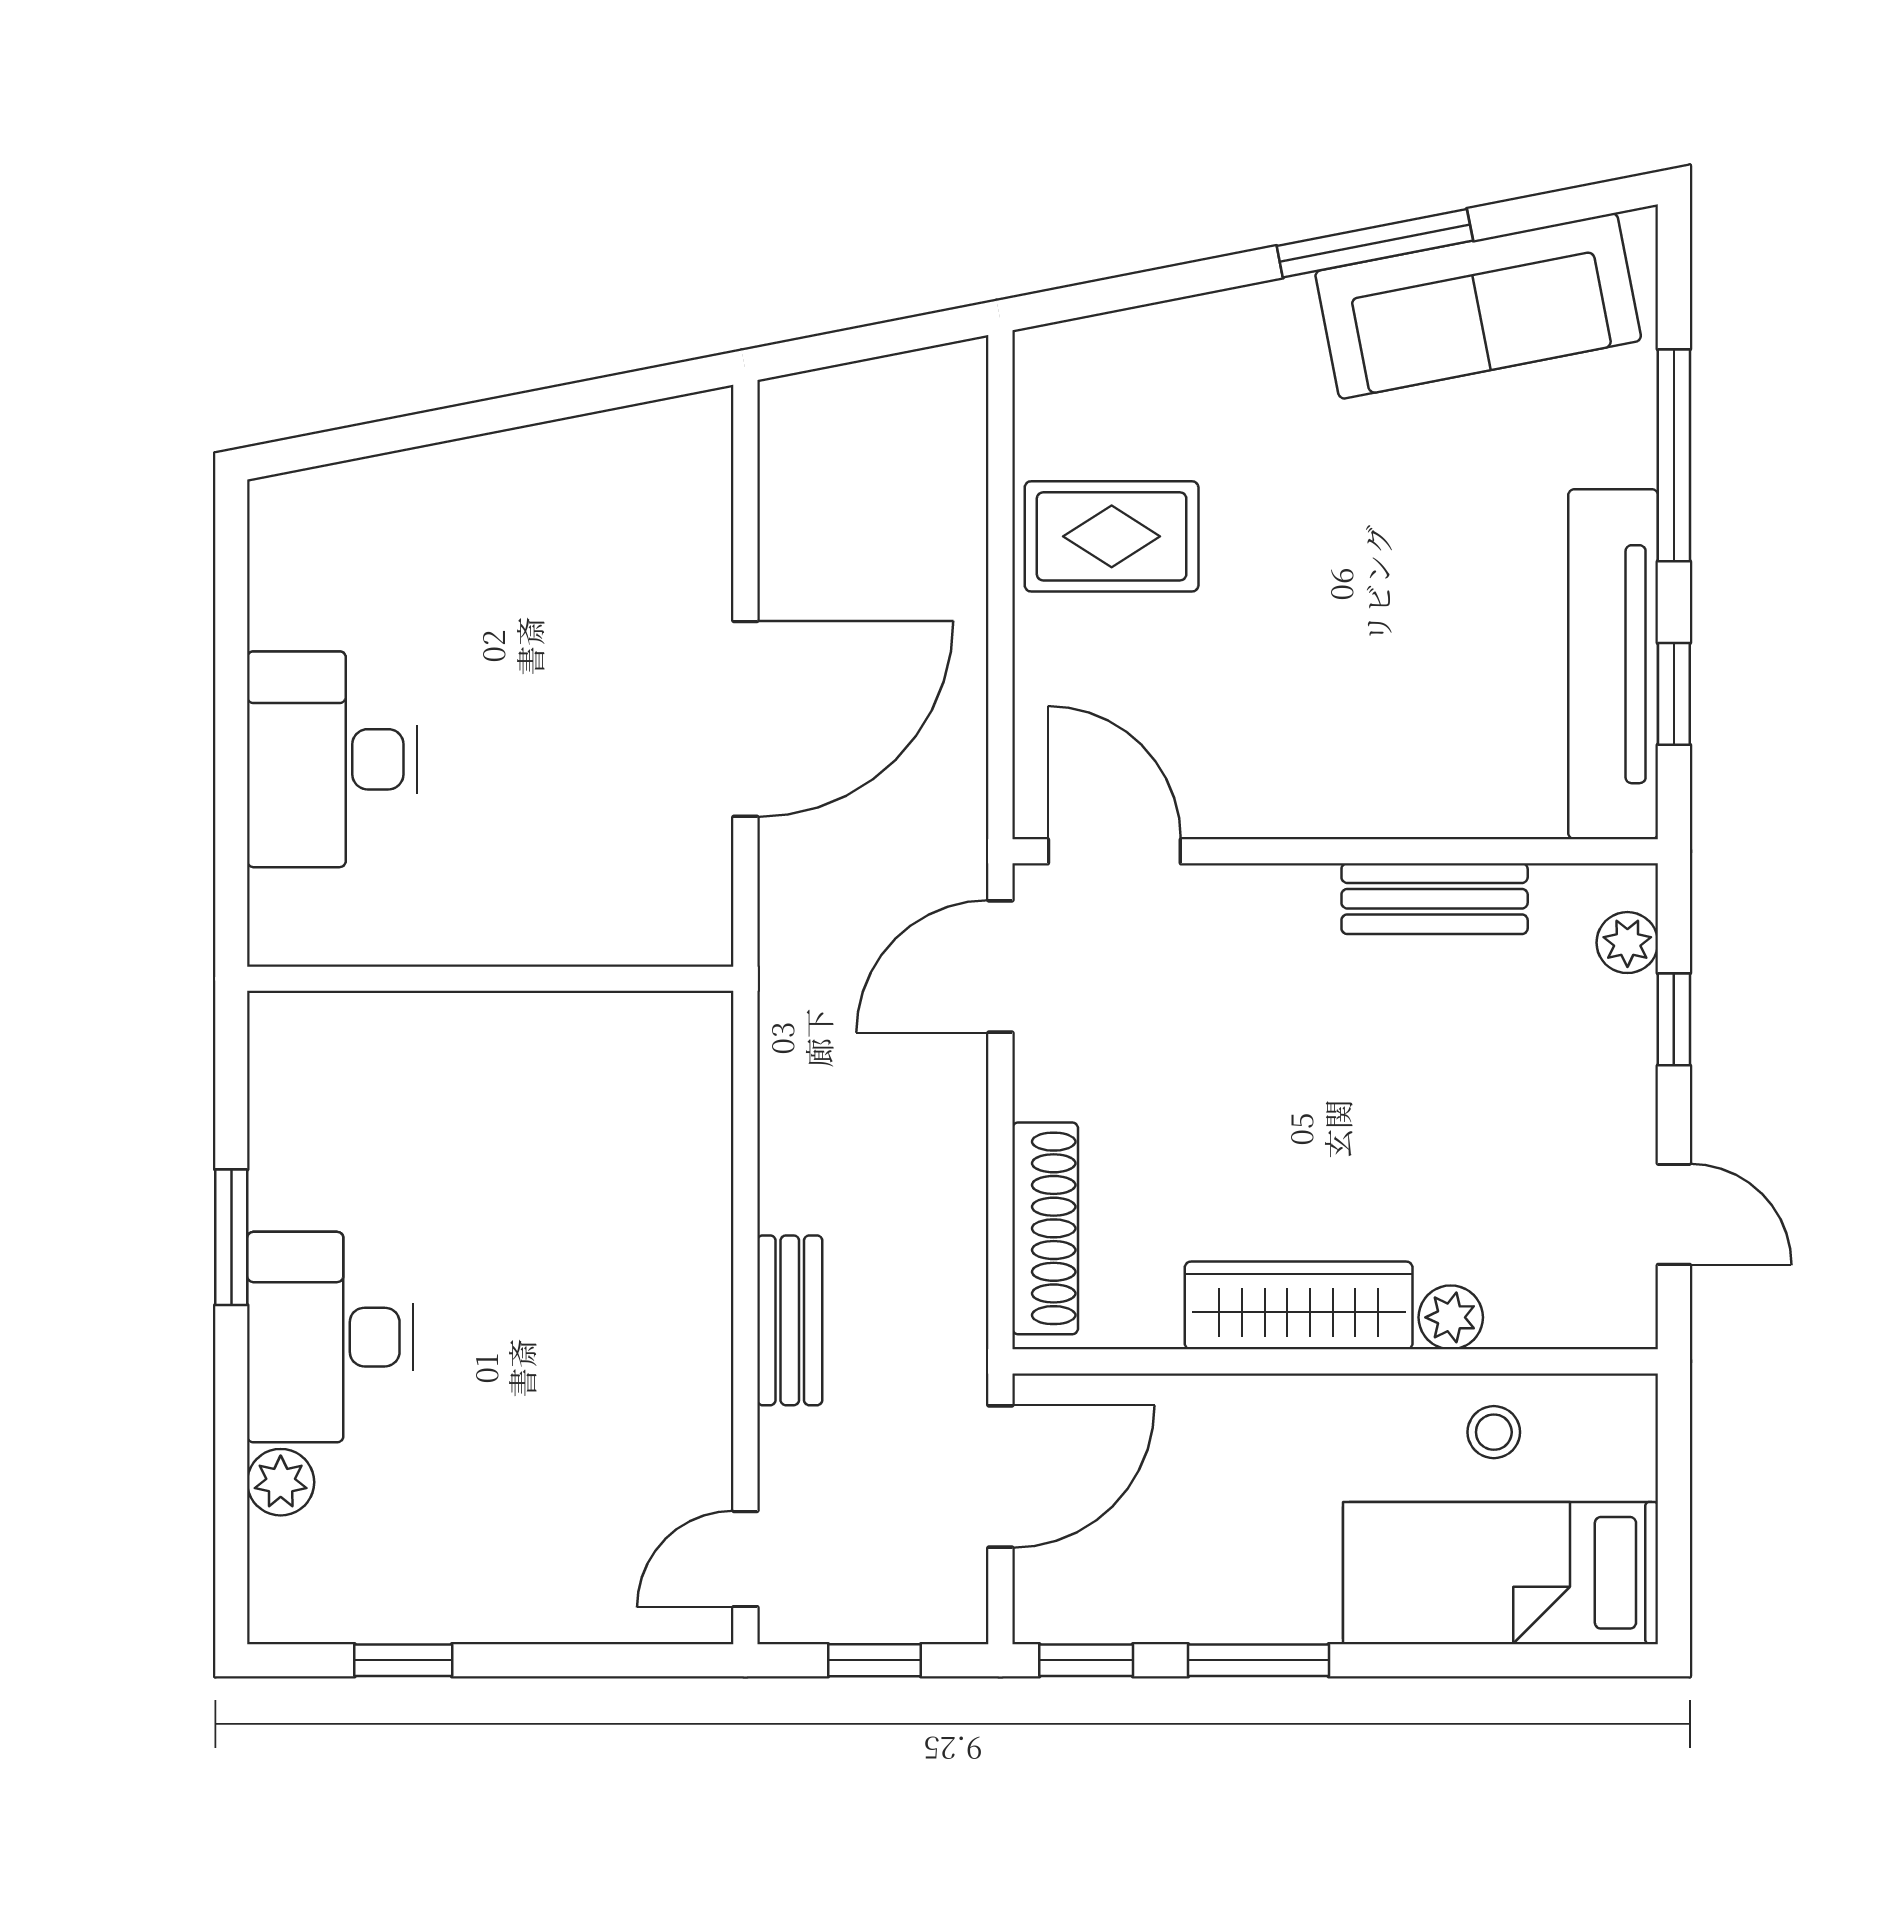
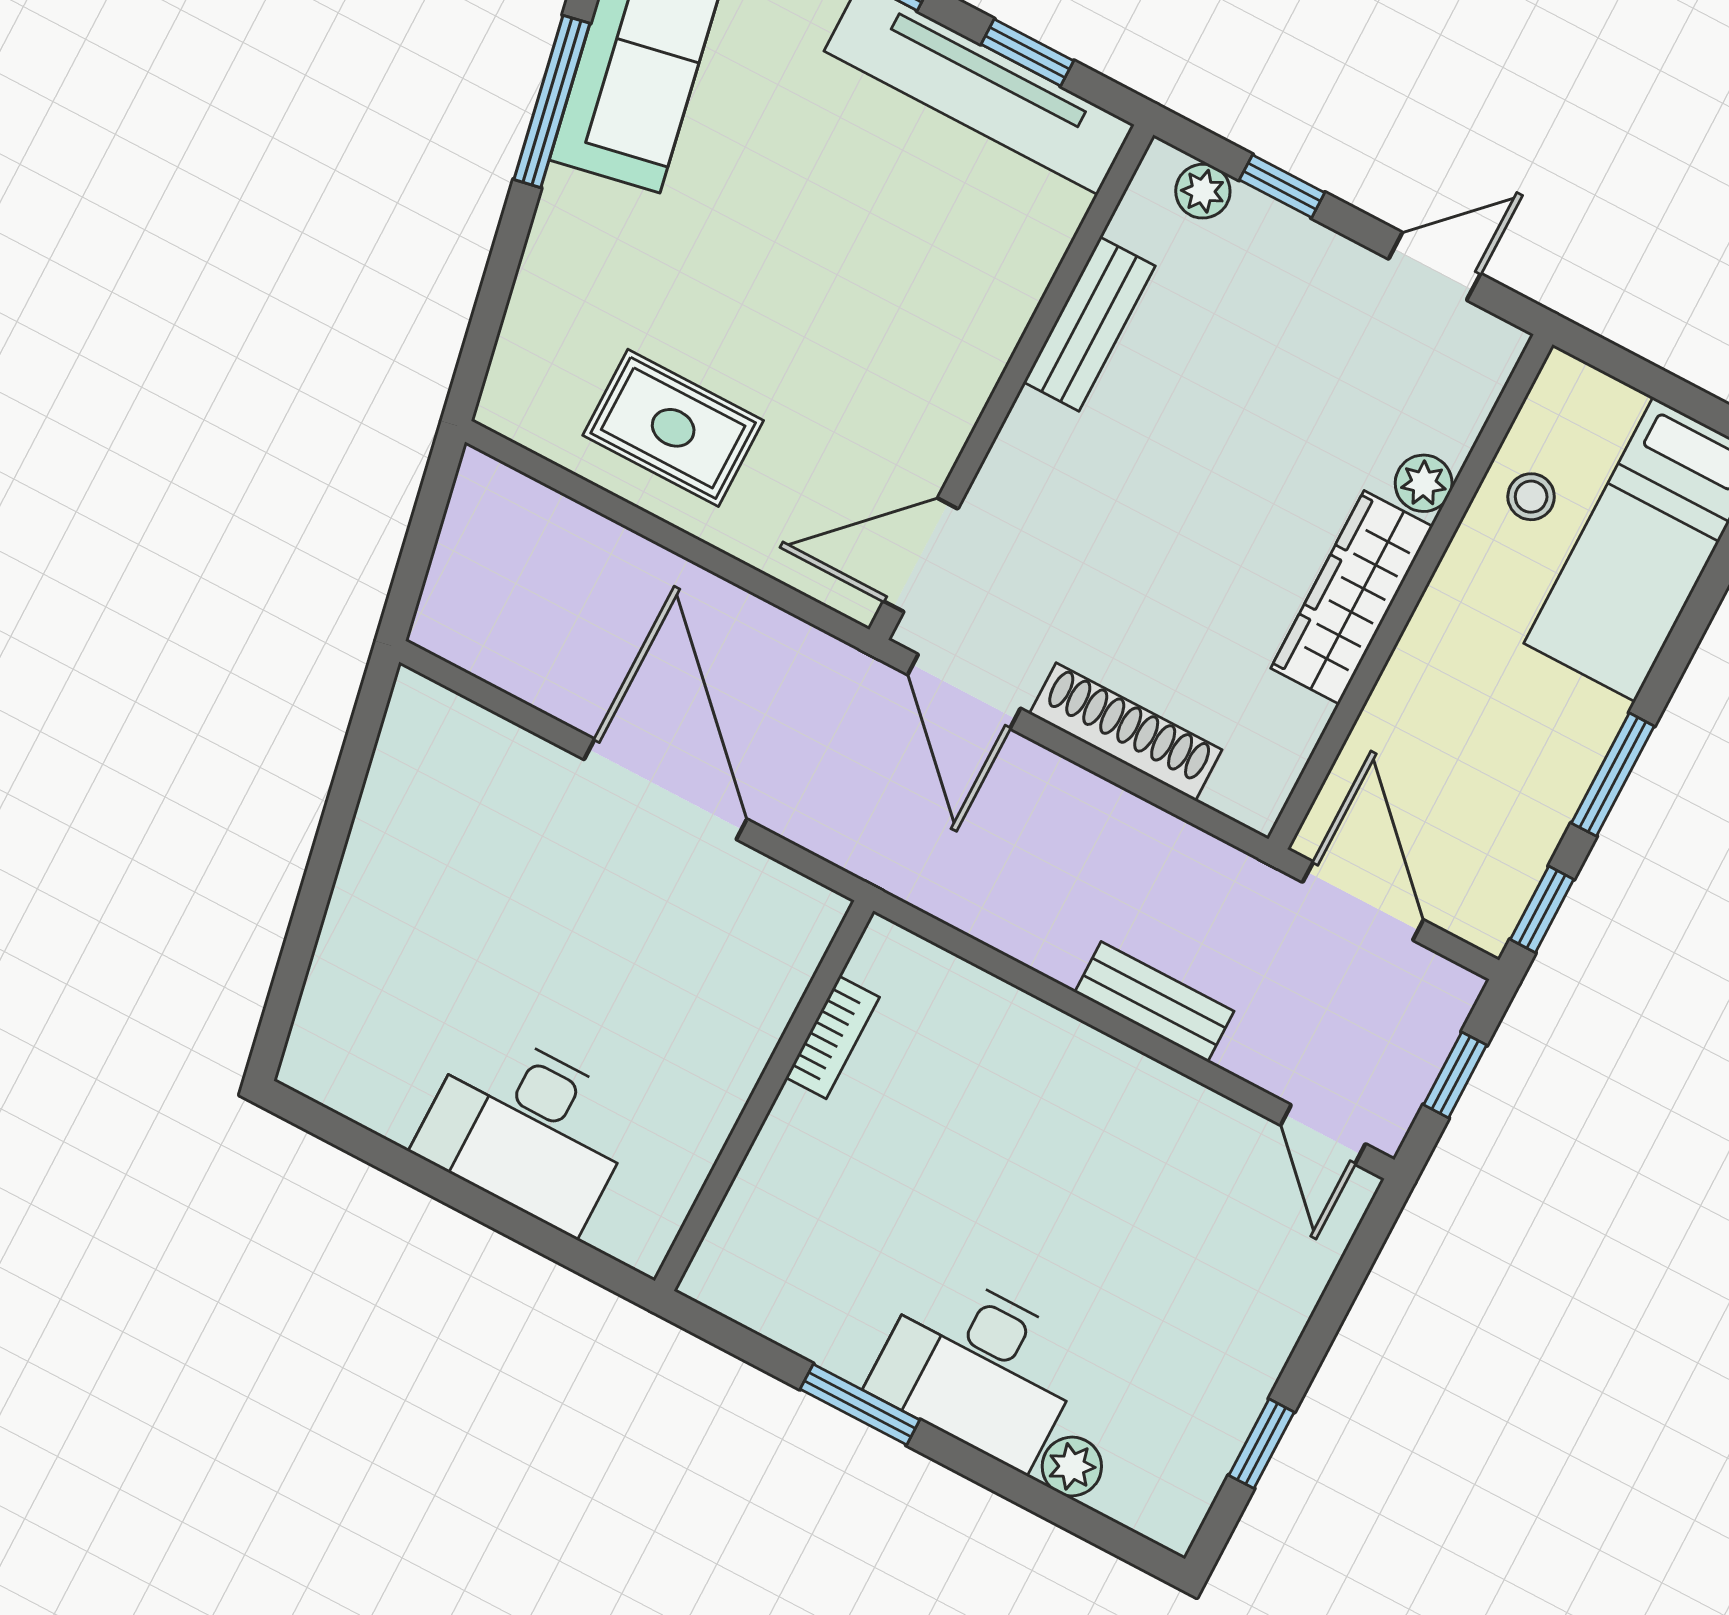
rug: (1112, 536) -> (673, 428), turned 90
bookcase: (585, 1017) -> (833, 1037), added
shoe rack: (1045, 1228) -> (1126, 732), moved

